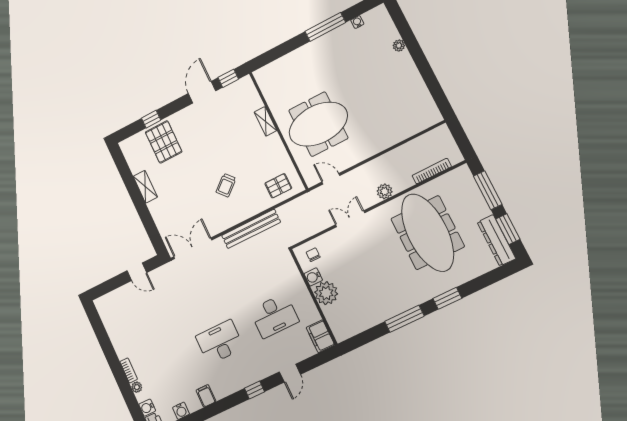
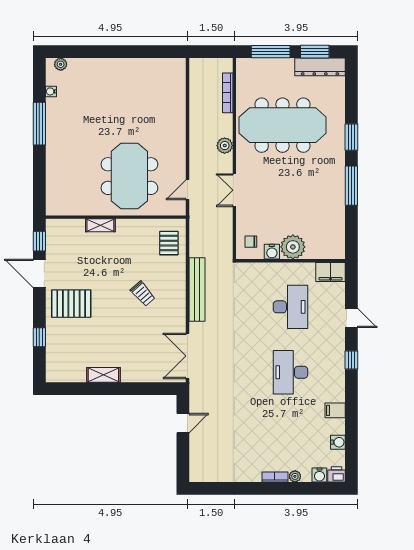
plant: (399, 46) -> (61, 64), moved
pallet: (164, 142) -> (71, 304), moved

